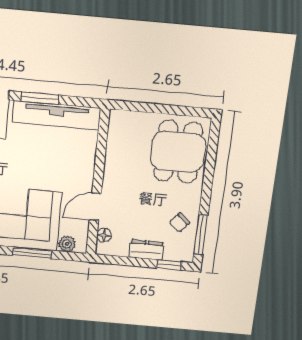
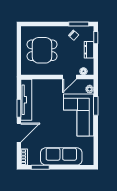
dining table: (178, 152) -> (42, 50), moved
door: (95, 207) -> (69, 77), hinge flipped

